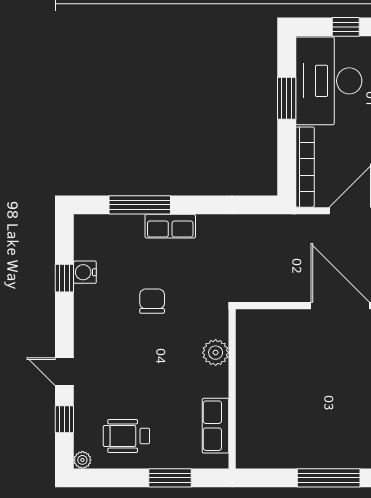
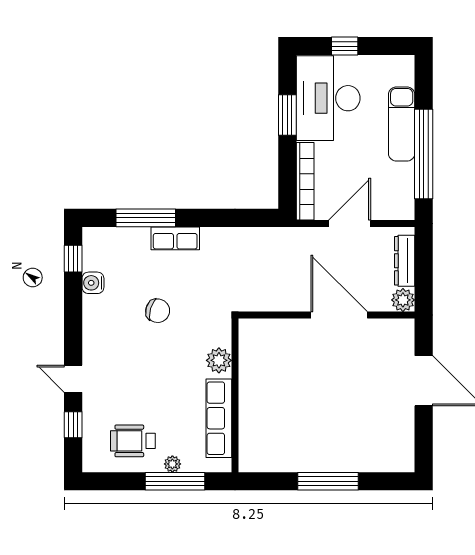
window: (64, 278) -> (73, 259), moved
chair: (152, 301) -> (158, 311), turned 106
row of seats: (216, 426) -> (219, 418), width x1.48
plant: (82, 460) -> (172, 464), moved
window: (170, 478) -> (175, 481), width x1.44

